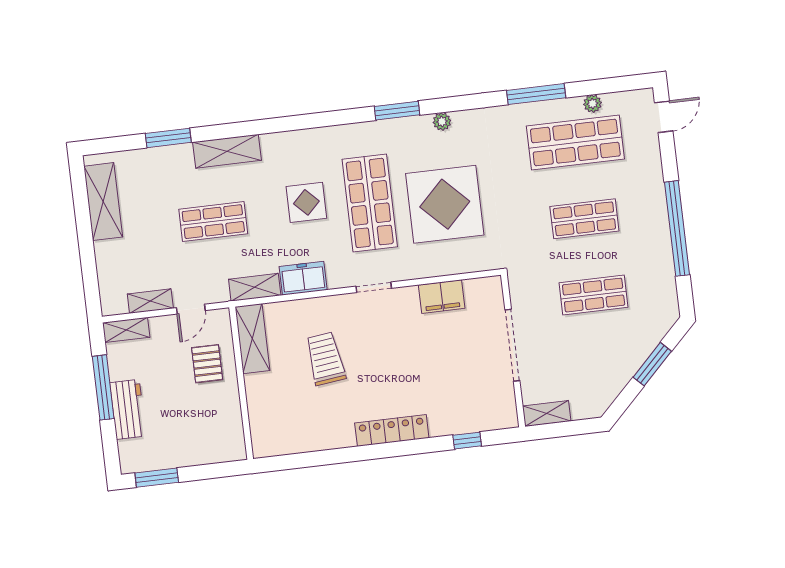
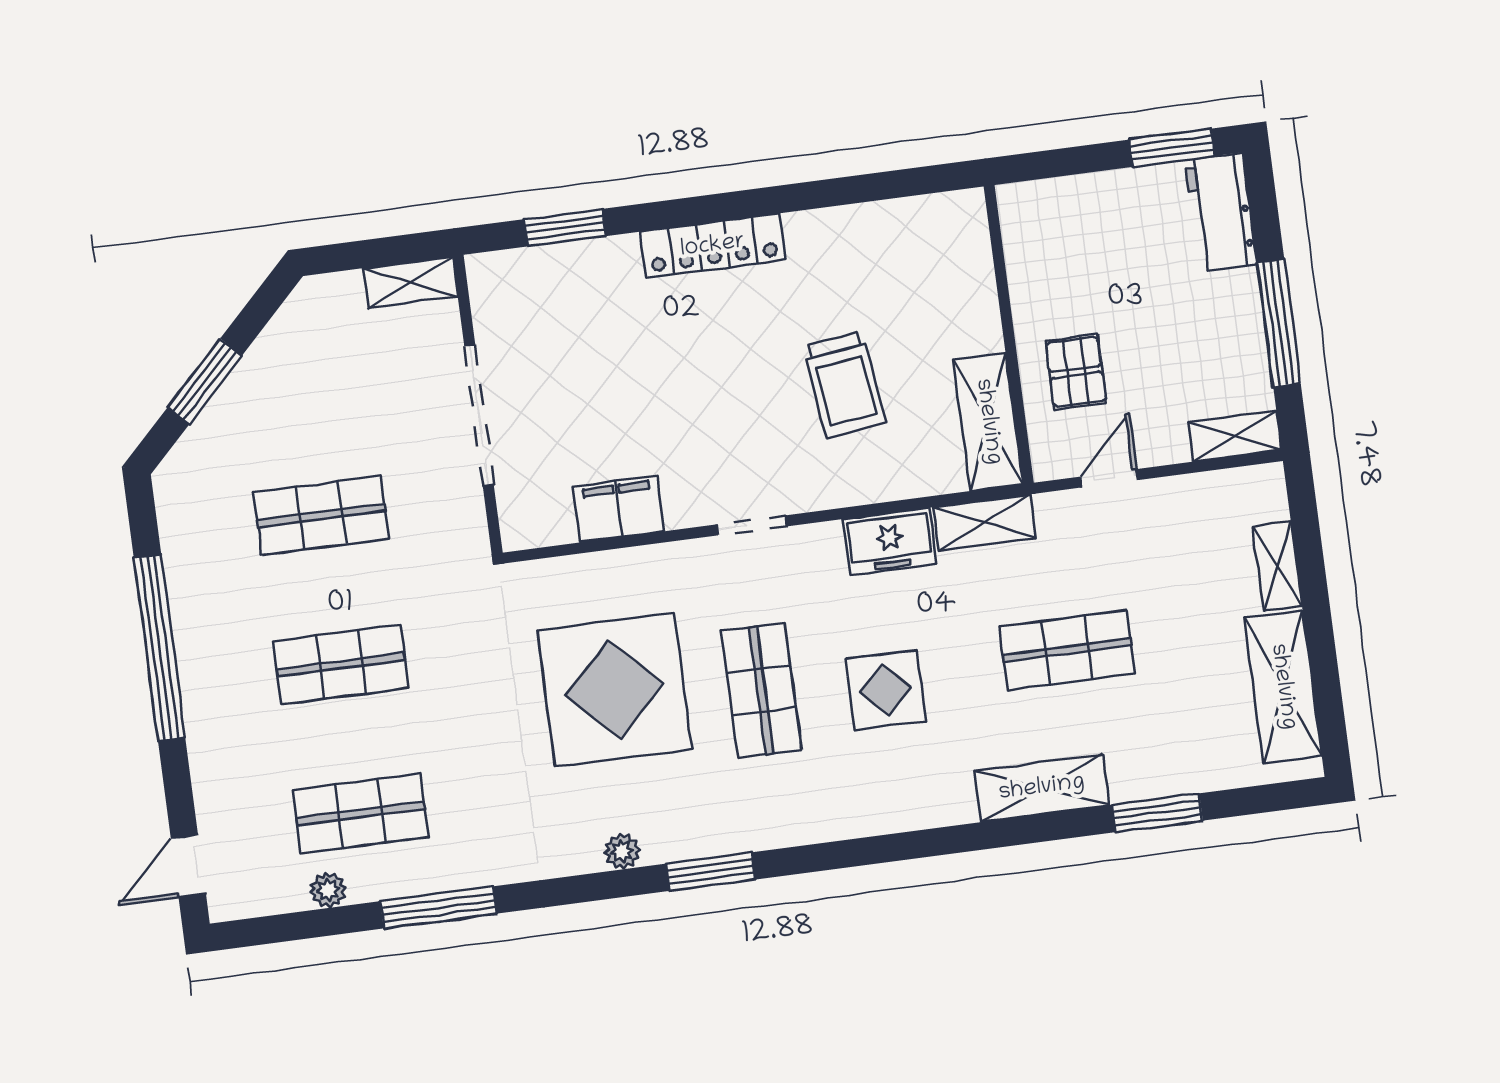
shop shelf: (575, 143) -> (361, 814), width x0.70, depth x0.74
shop shelf: (370, 203) -> (761, 690), width x0.70, depth x0.74
shelving: (150, 301) -> (1277, 566), moved, turned 90
workbench: (128, 409) -> (1221, 212), moved
window: (467, 441) -> (565, 228), width x1.50

